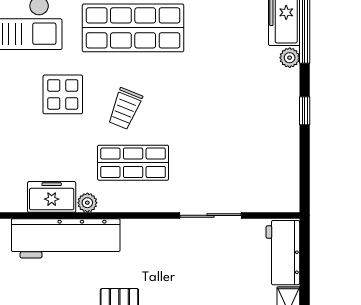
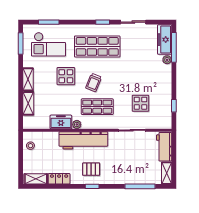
window: (305, 111) -> (174, 106), moved
display table: (230, 155) -> (140, 103), added
workbench: (66, 238) -> (83, 140), moved

